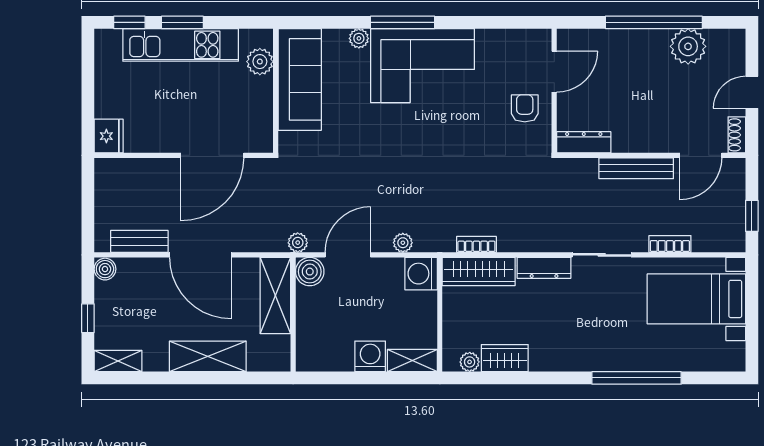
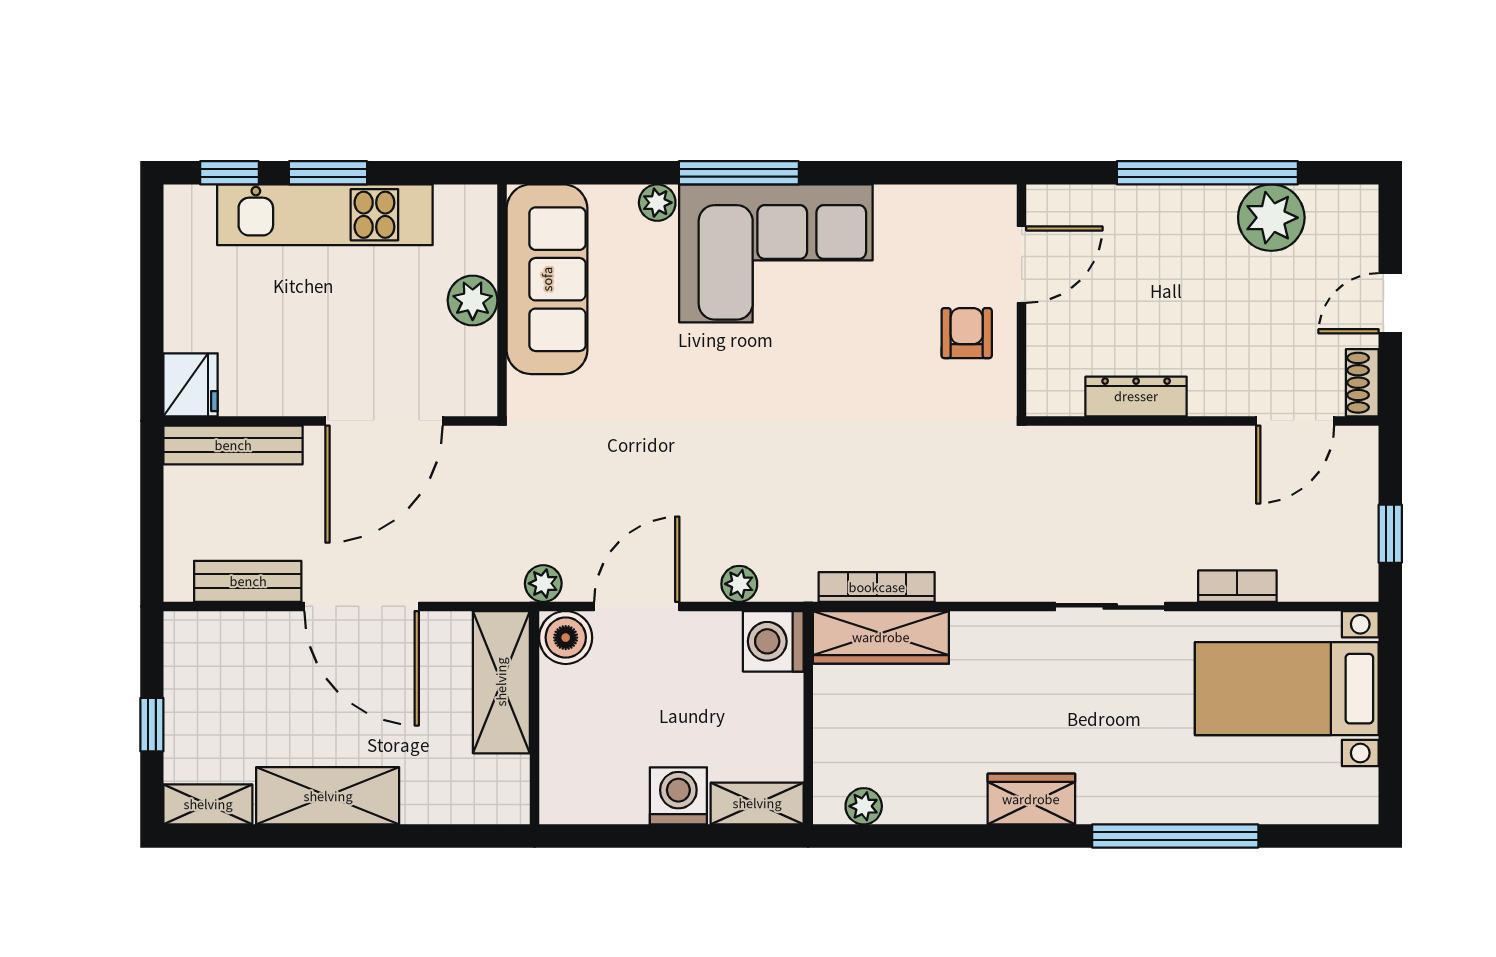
plant: (260, 62) -> (473, 300), moved
dresser: (584, 142) -> (1136, 396), moved
bench: (636, 168) -> (233, 445), moved
bookcase: (476, 244) -> (877, 587), width x1.56
dresser: (544, 268) -> (1003, 631), removed
boiler: (105, 269) -> (184, 633), removed
shelving: (208, 356) -> (328, 796), moved
wardrobe: (505, 358) -> (1031, 799), moved

